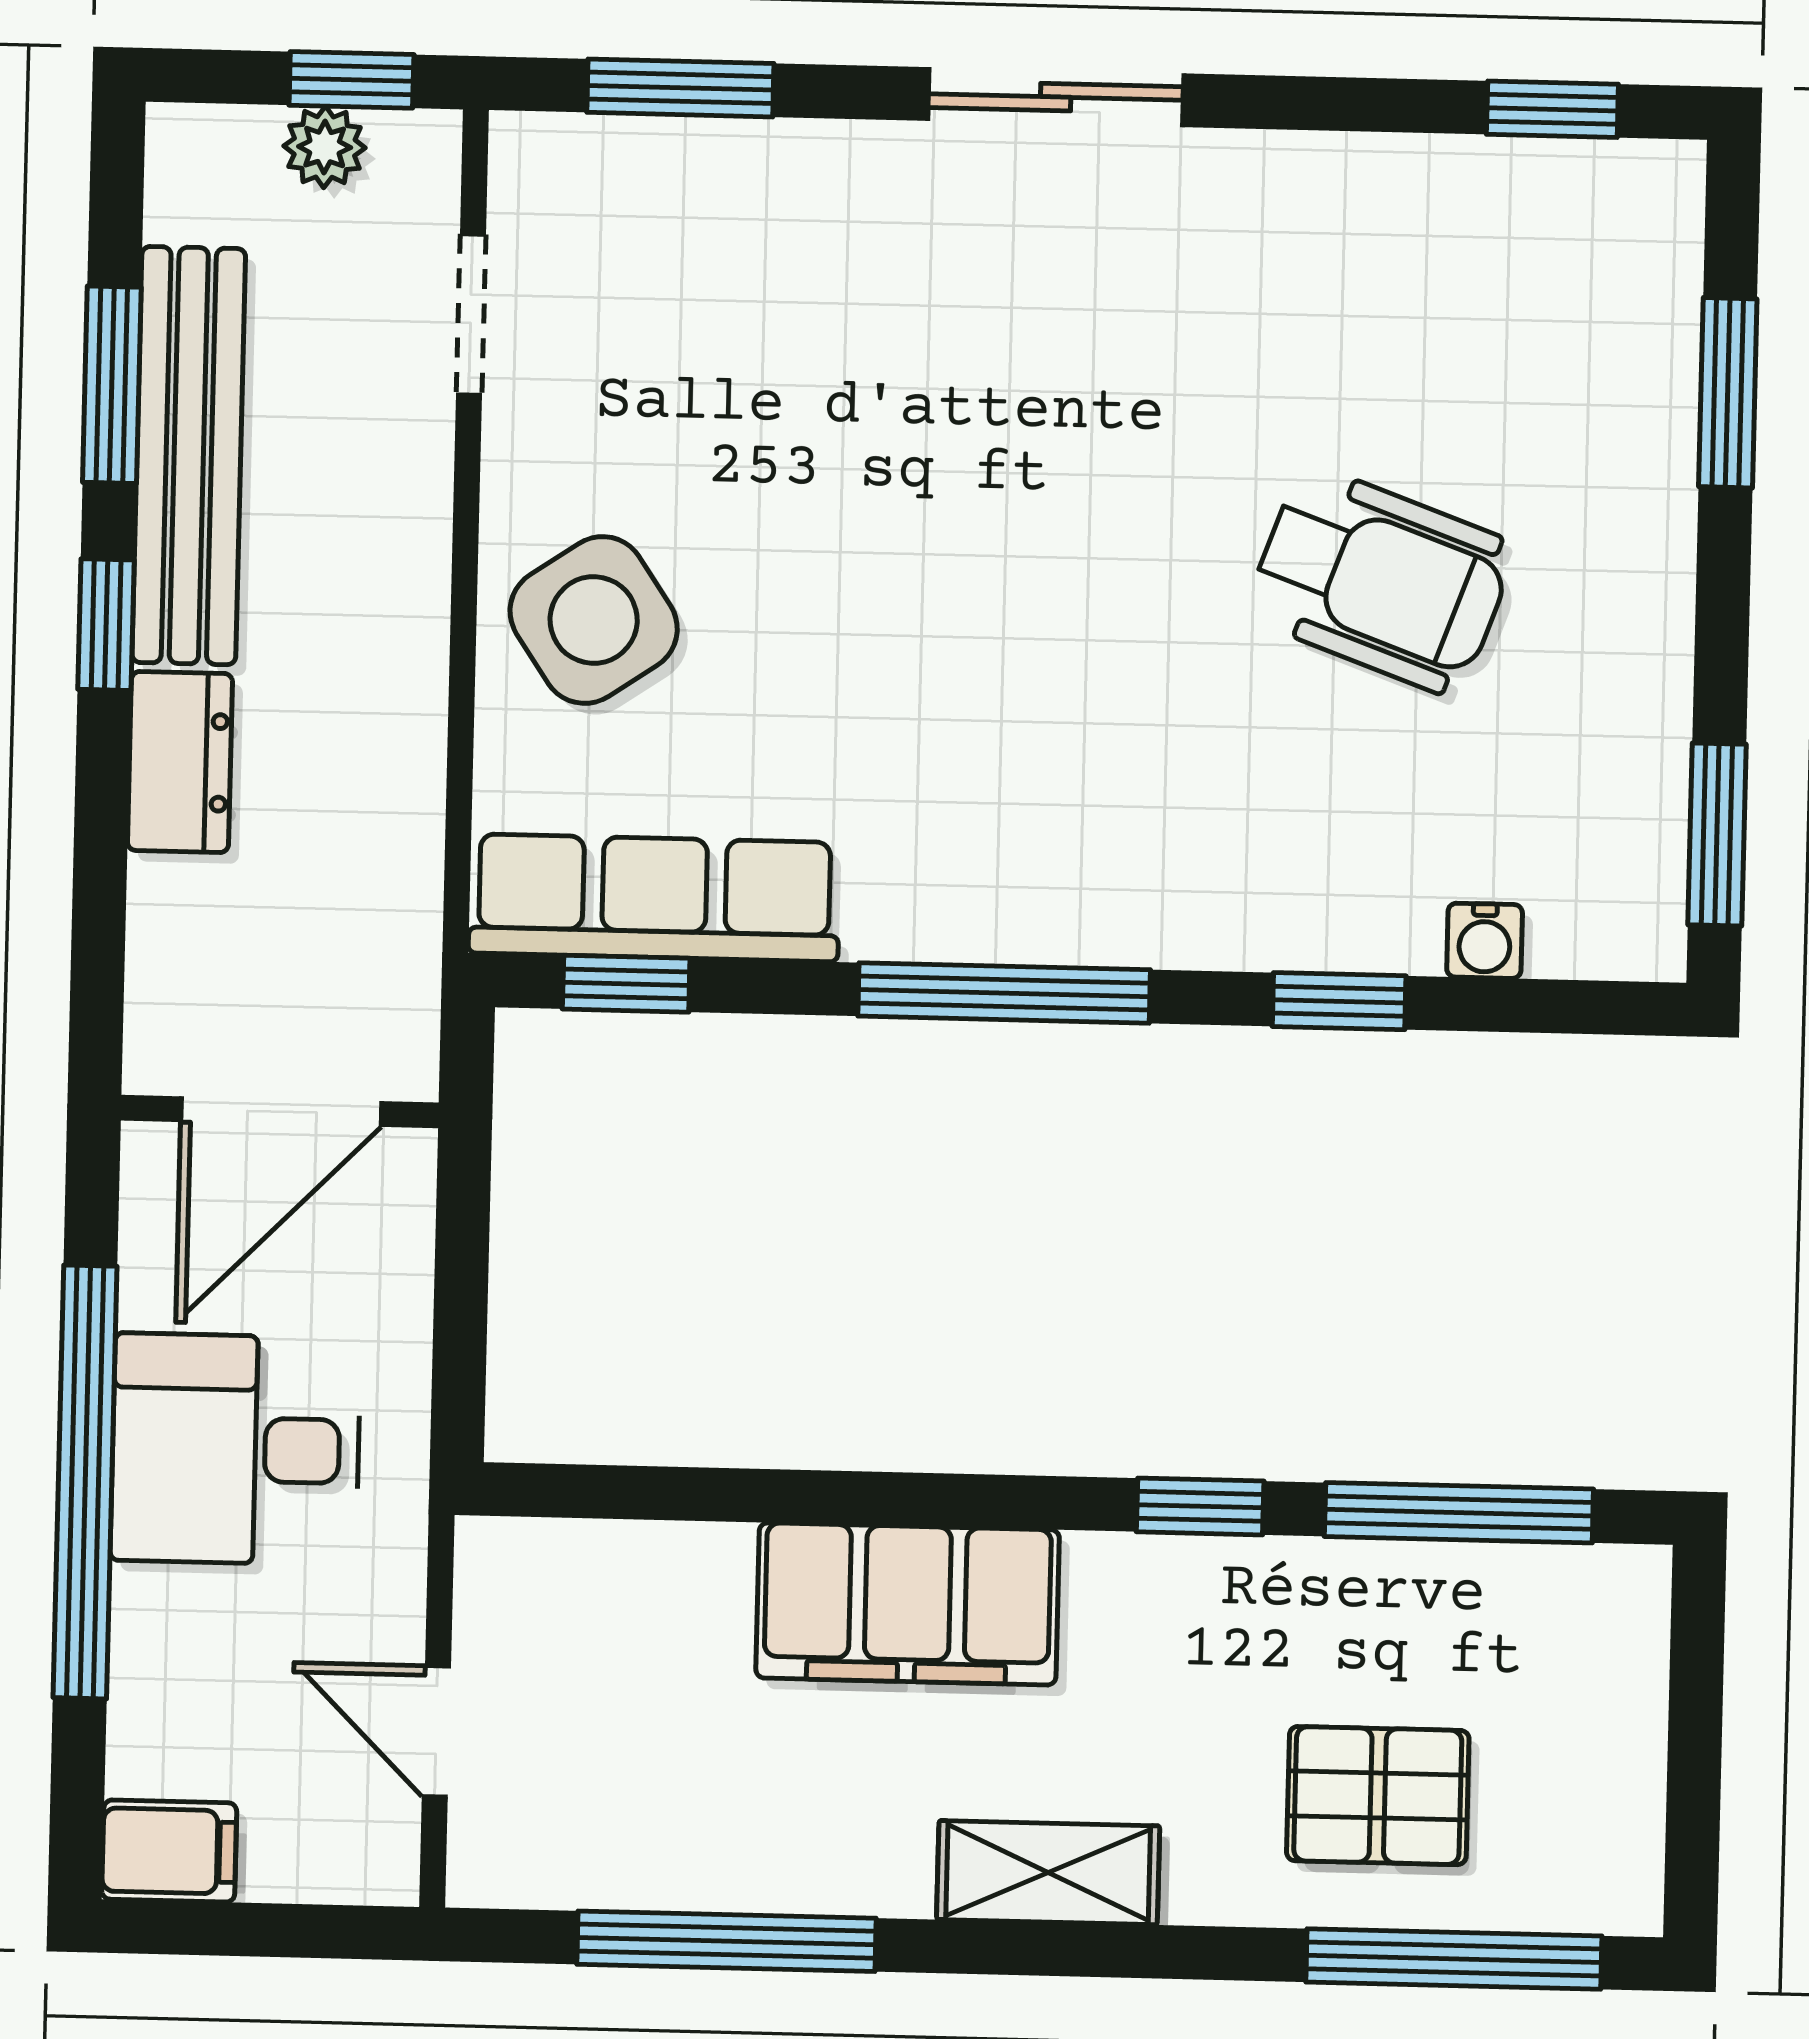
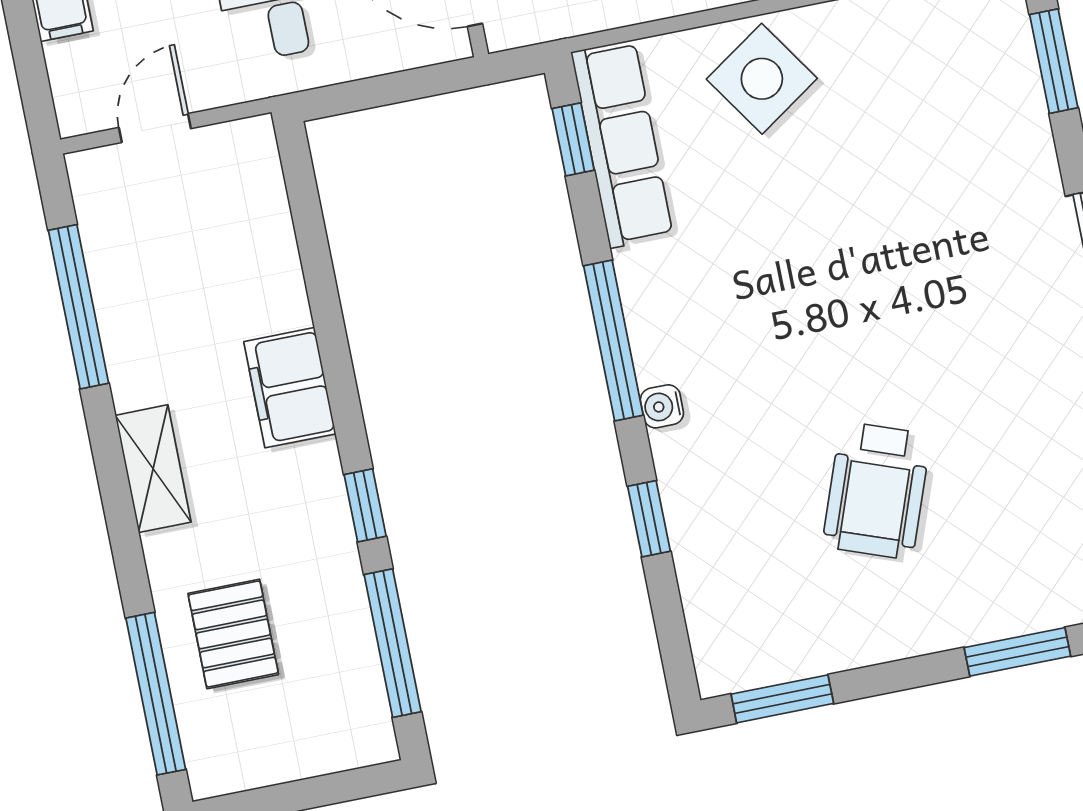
water cooler: (1485, 941) -> (662, 406), moved
filing cabinet: (908, 1604) -> (290, 388), width x0.67, depth x0.86

